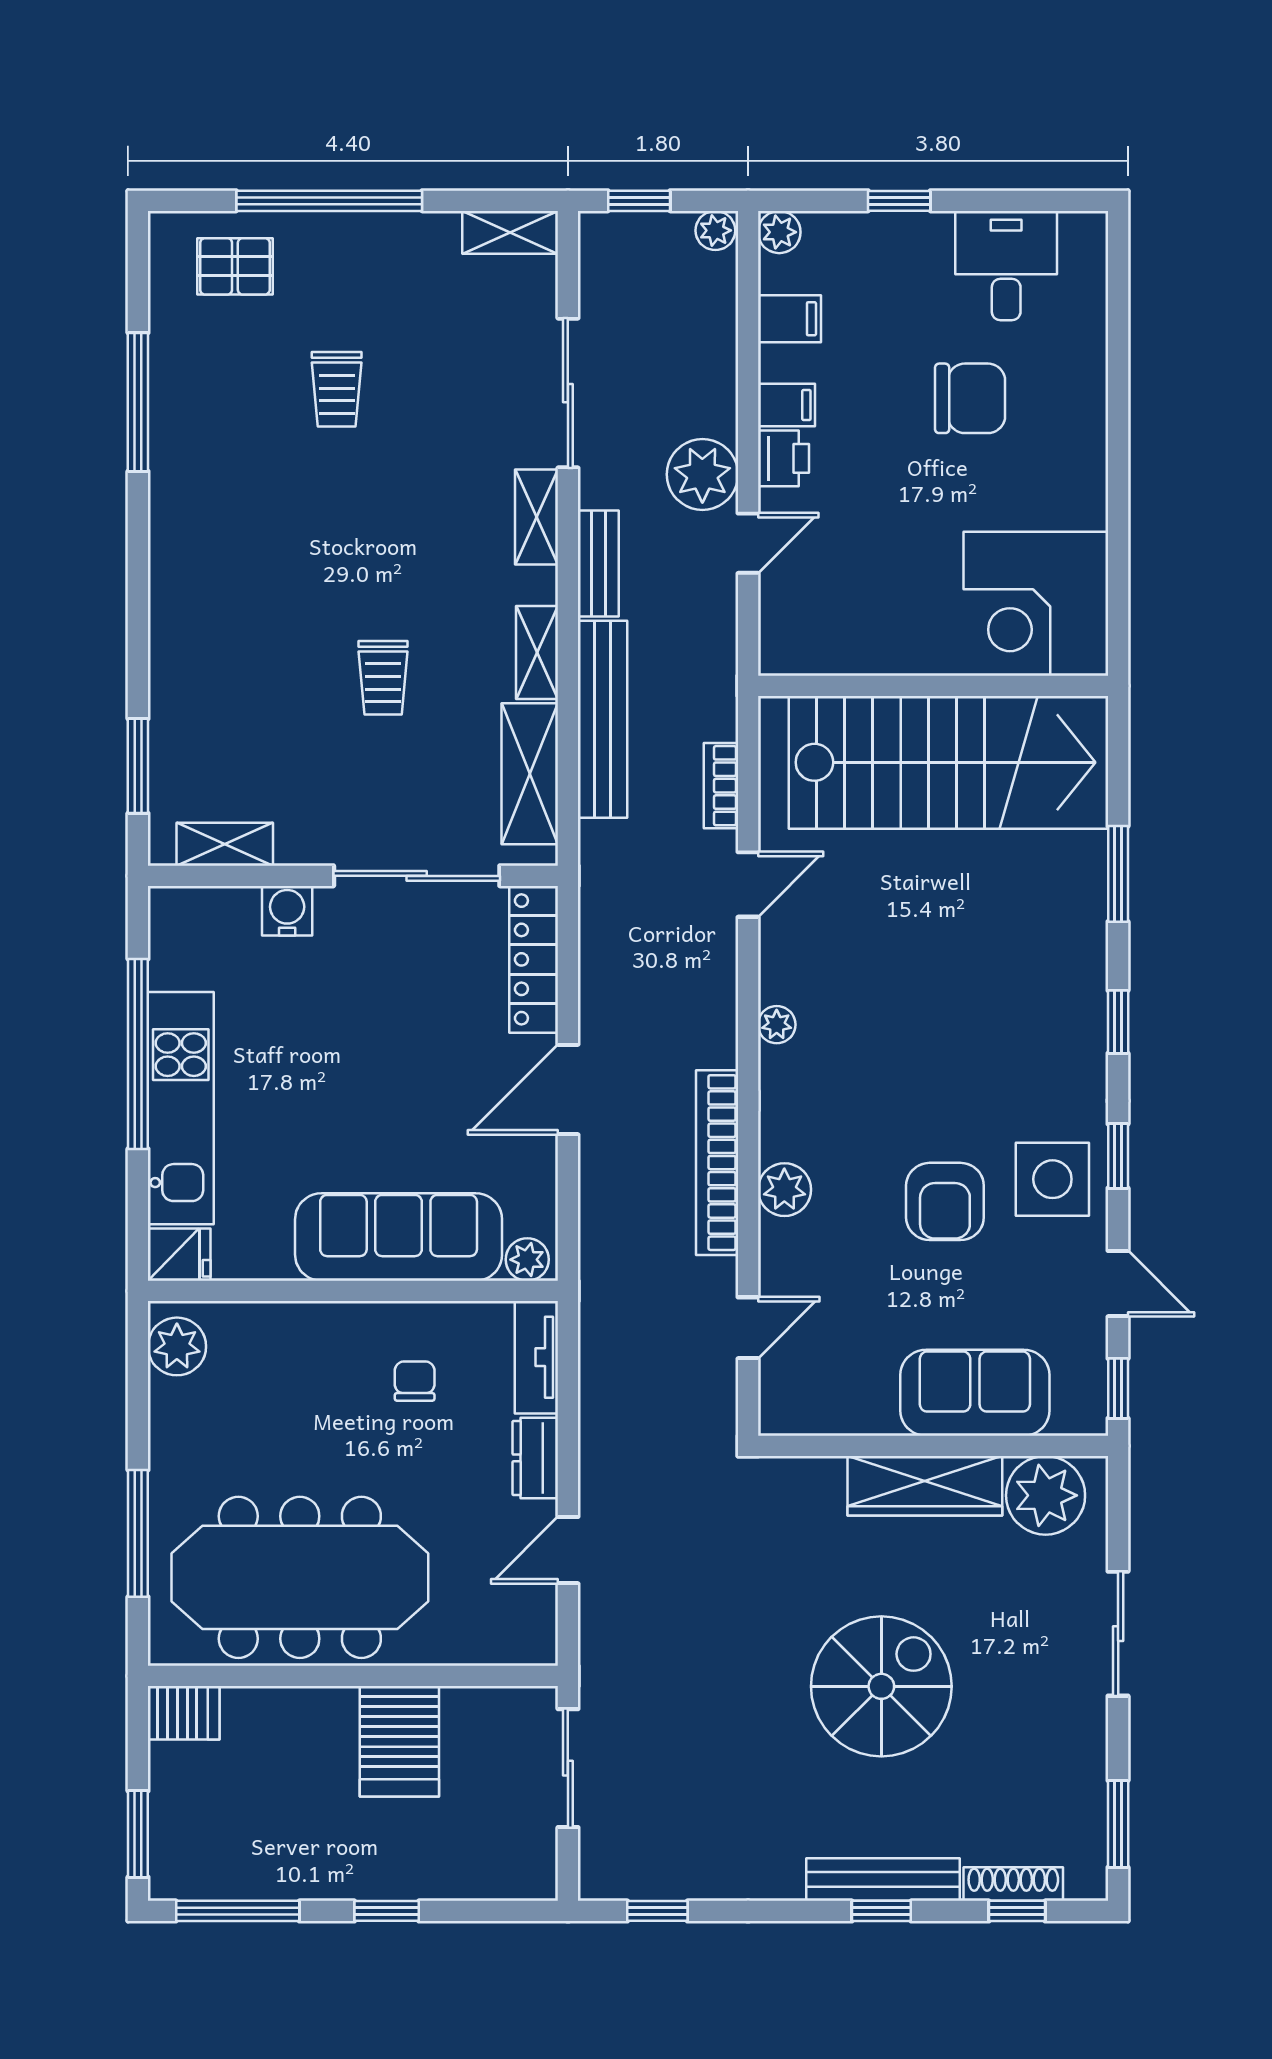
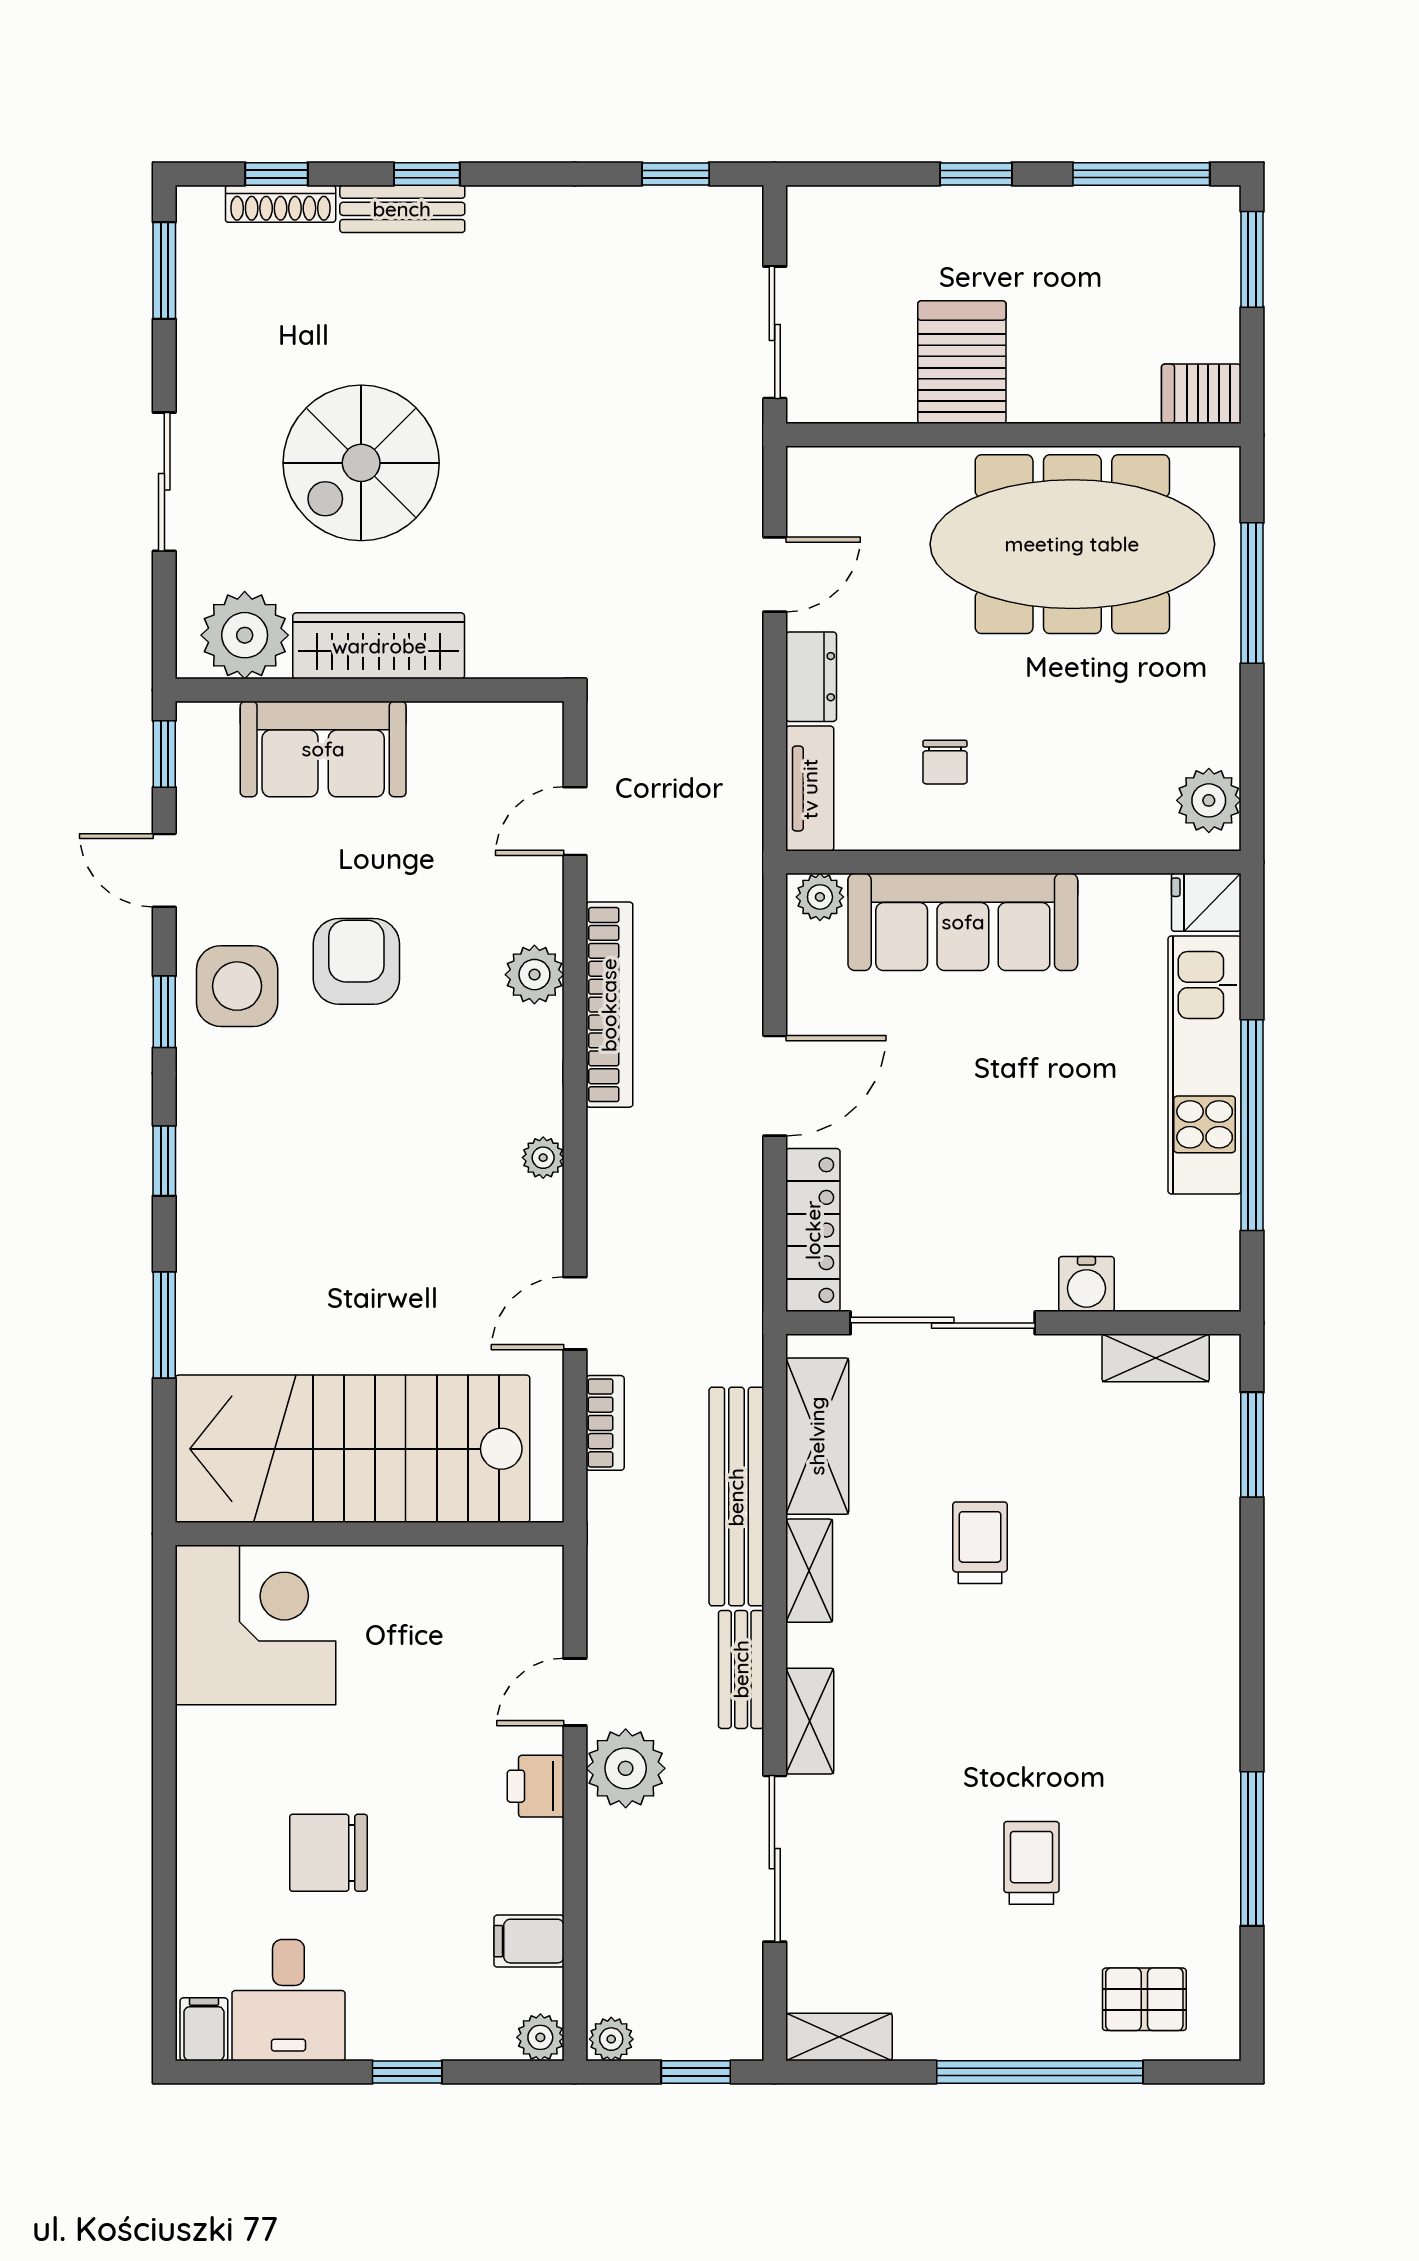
filing cabinet: (786, 405) -> (204, 2029), moved, turned 90
spiral stairs: (881, 1686) -> (361, 463), moved
bench: (883, 1879) -> (402, 209), width x0.73

